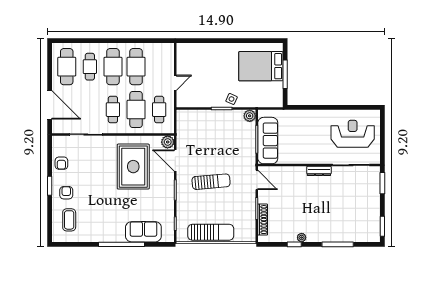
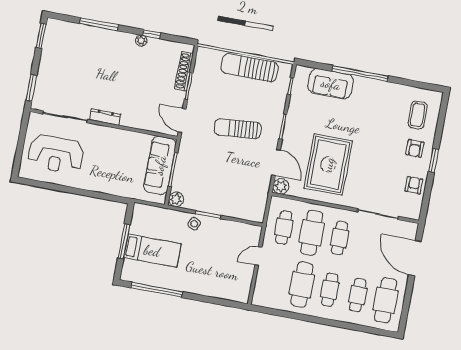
window: (251, 41) -> (157, 290), added
bed: (261, 66) -> (152, 251), width x0.67
cafe table: (113, 67) -> (330, 290), width x0.73, depth x0.74

